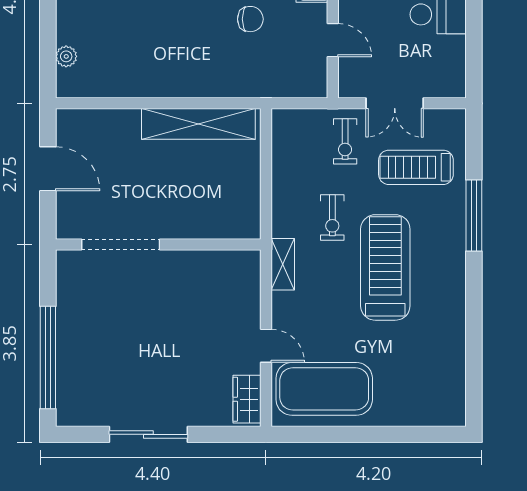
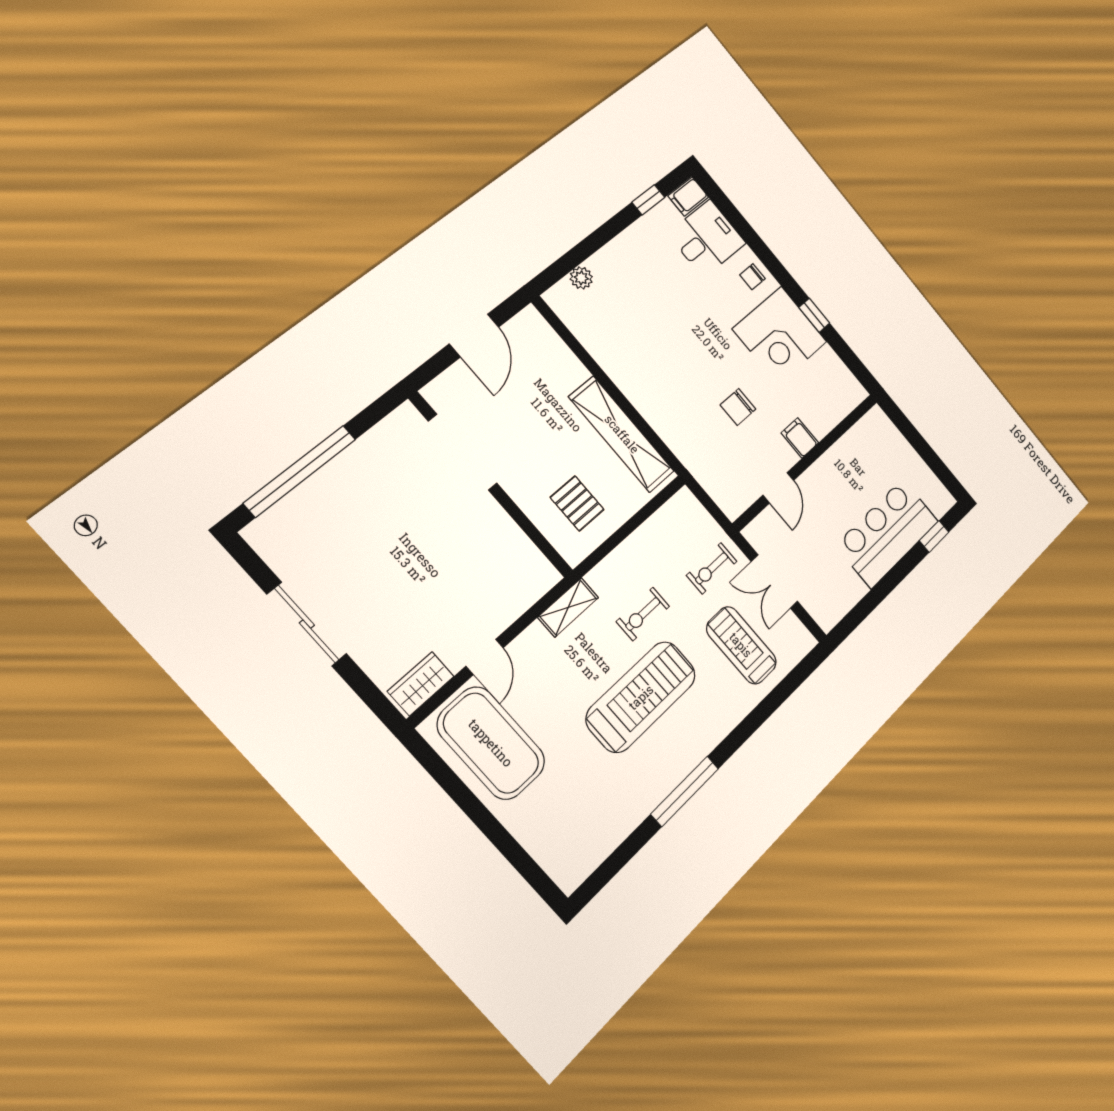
chair: (250, 19) -> (738, 407), turned 90
pallet: (219, 197) -> (577, 503), added
window: (474, 215) -> (685, 791), moved

